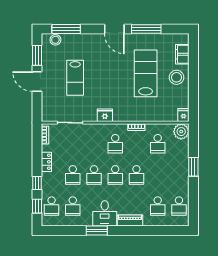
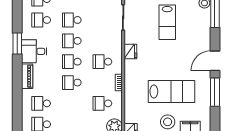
lab bench: (75, 78) -> (167, 22), turned -90

